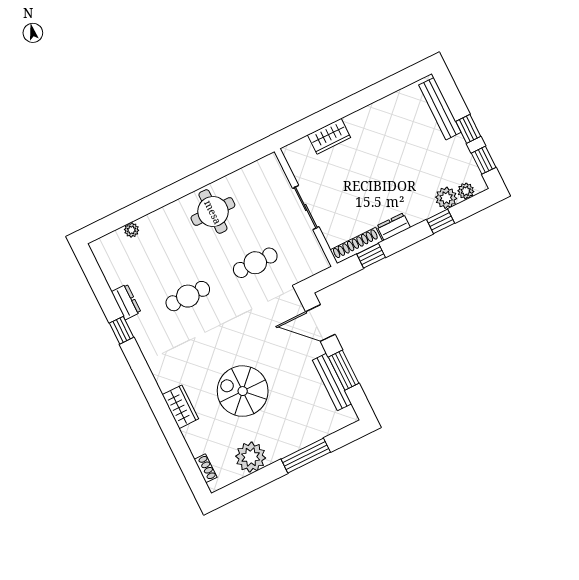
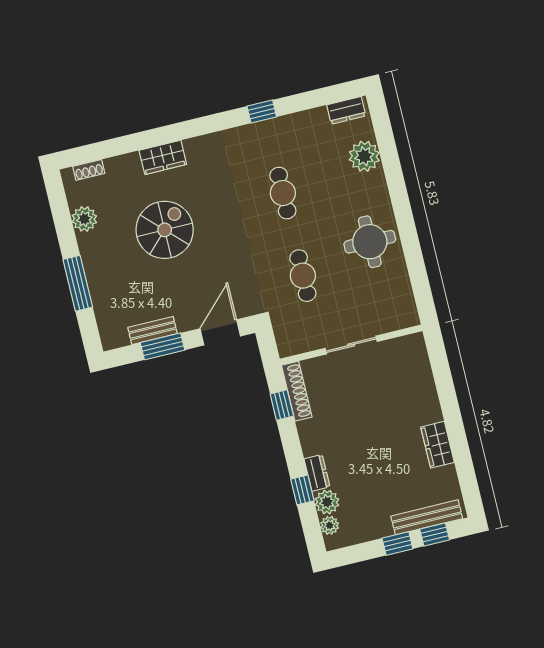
wardrobe: (329, 136) -> (438, 445), moved
window: (484, 160) -> (435, 534), moved
dresser: (394, 227) -> (317, 473), moved
plant: (132, 230) -> (364, 156), width x1.87, depth x1.87
dresser: (126, 302) -> (346, 110), moved
bench: (332, 382) -> (153, 330), width x0.73
plant: (251, 457) -> (84, 219), width x0.73, depth x0.73

